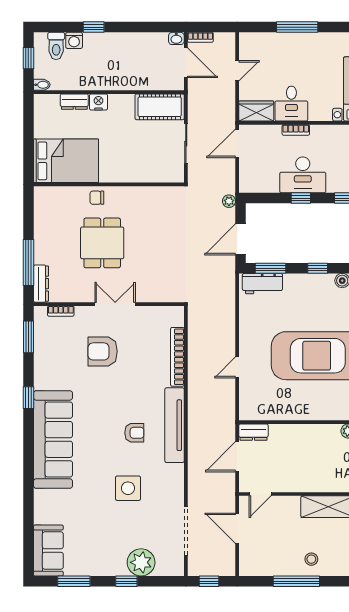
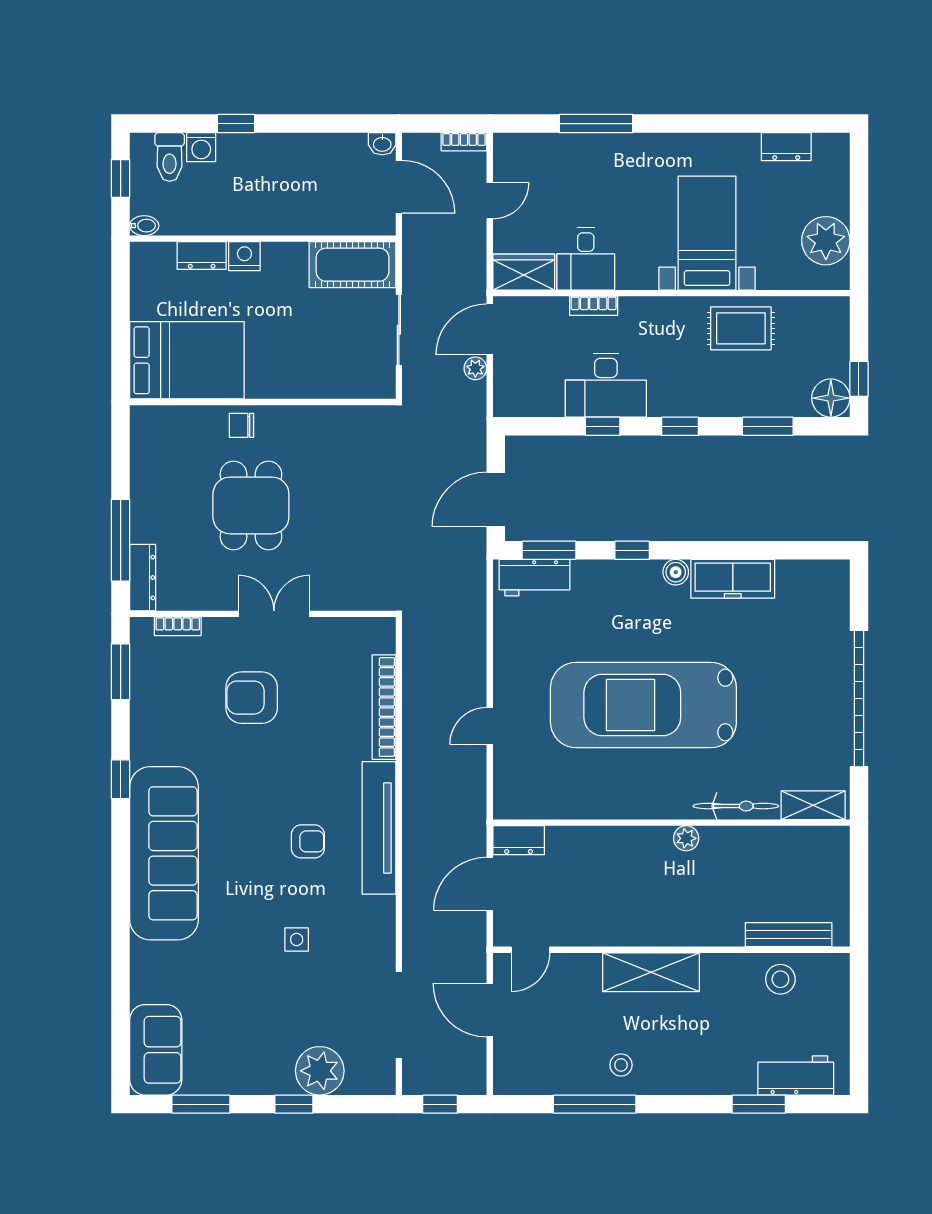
bookcase: (200, 37) -> (464, 142), moved
plant: (229, 201) -> (475, 368), moved
side table: (128, 488) -> (297, 939), width x0.54, depth x0.54

